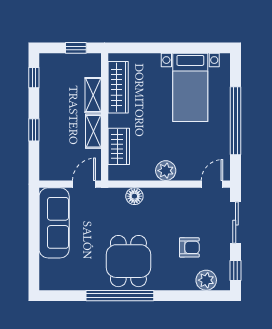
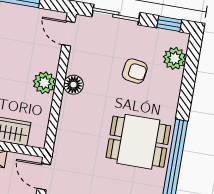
floor lamp: (134, 196) -> (73, 85), moved
armchair: (189, 247) -> (135, 71), turned 99

